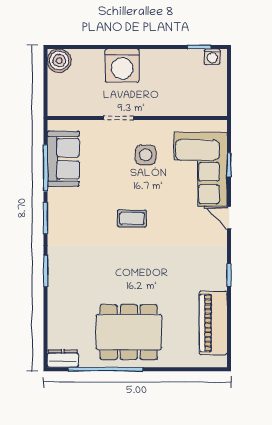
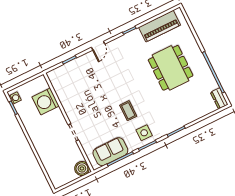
boiler: (59, 61) -> (82, 168), moved
washing machine: (122, 66) -> (46, 101), moved, turned 180
side table: (146, 155) -> (144, 133), moved
corner sofa: (201, 169) -> (79, 74), removed
coffee table: (132, 218) -> (128, 111), moved
dining table: (129, 332) -> (171, 68), moved

